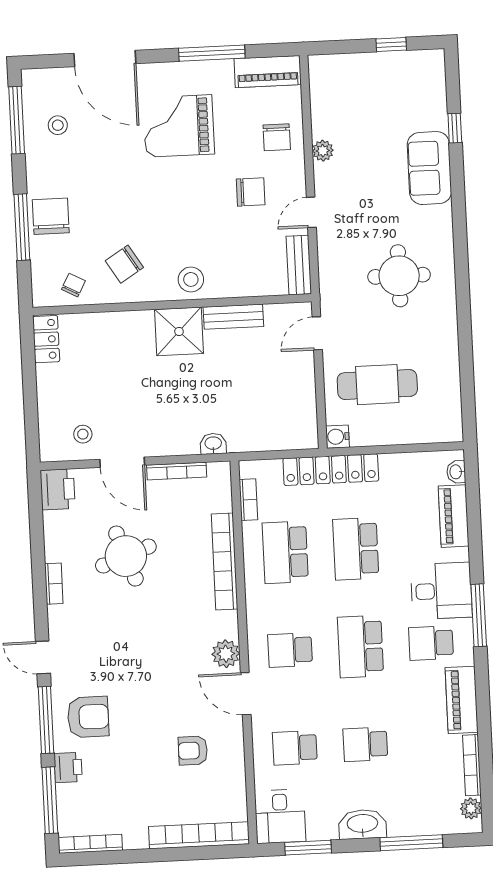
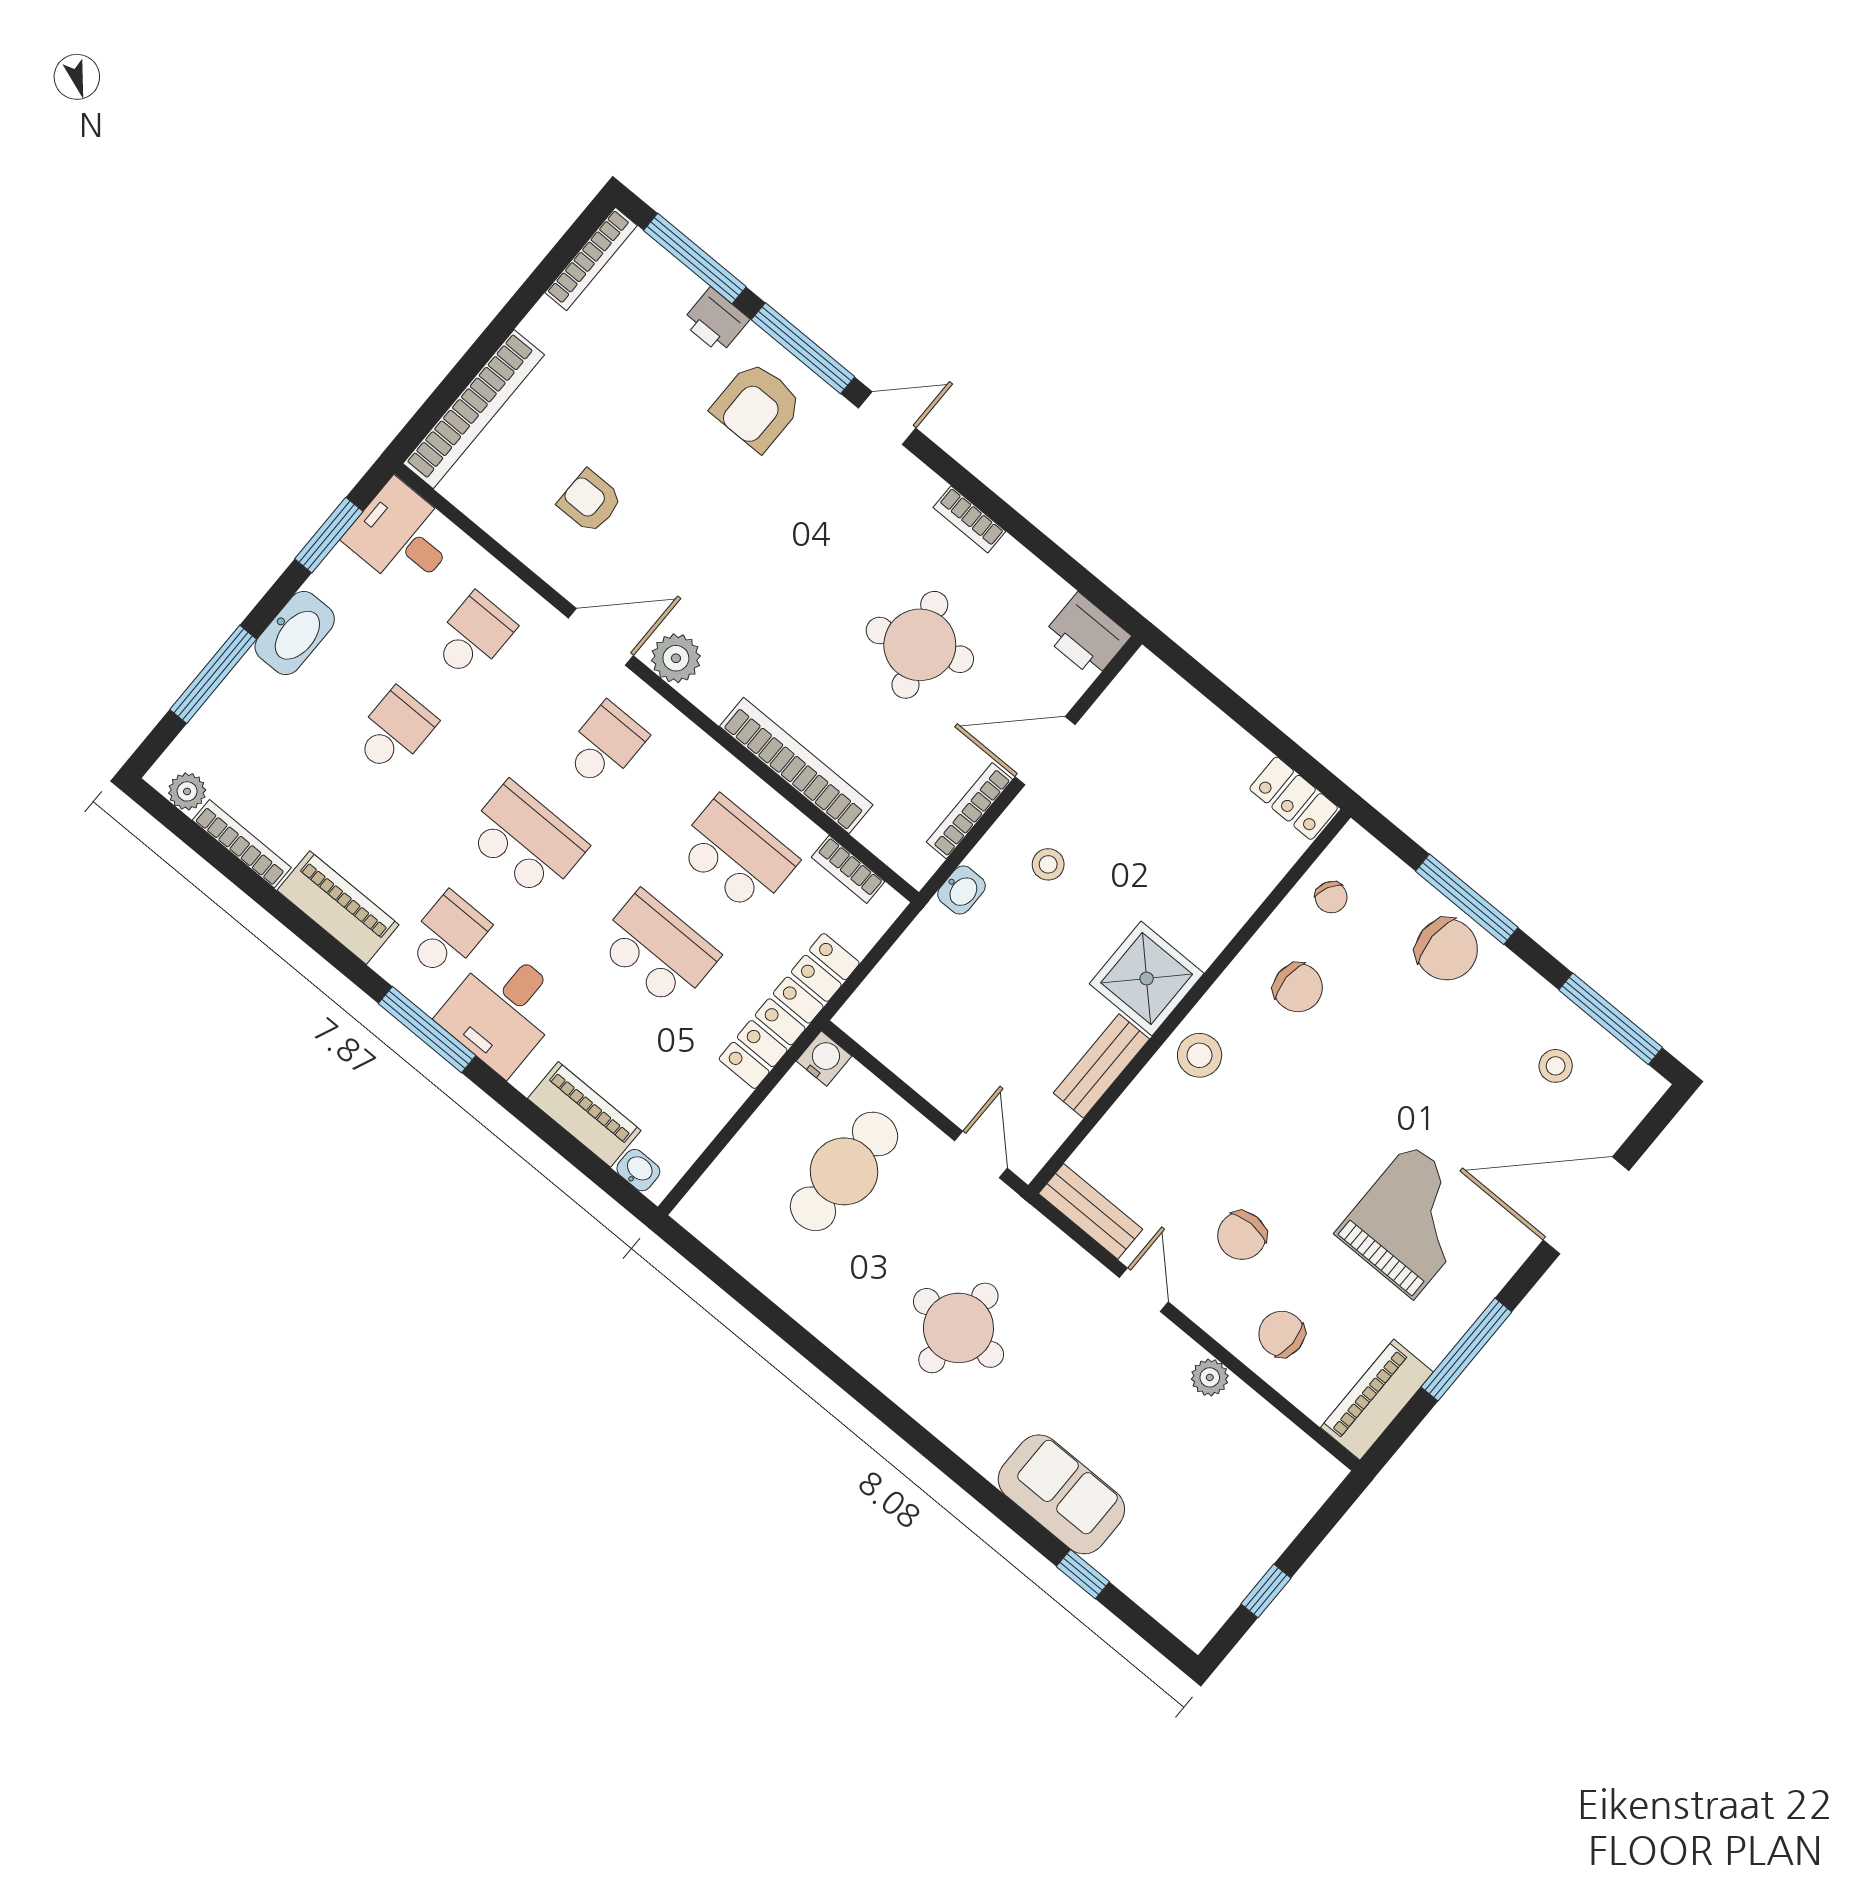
chair: (124, 264) -> (1298, 988), turned 122
stool: (83, 434) -> (1048, 864), moved
armchair: (193, 751) -> (590, 501), turned -90

